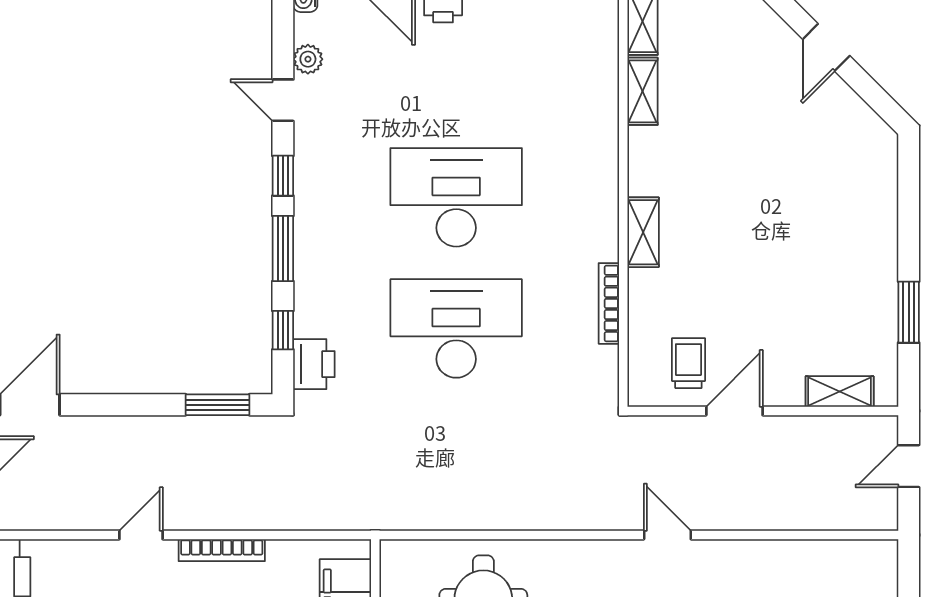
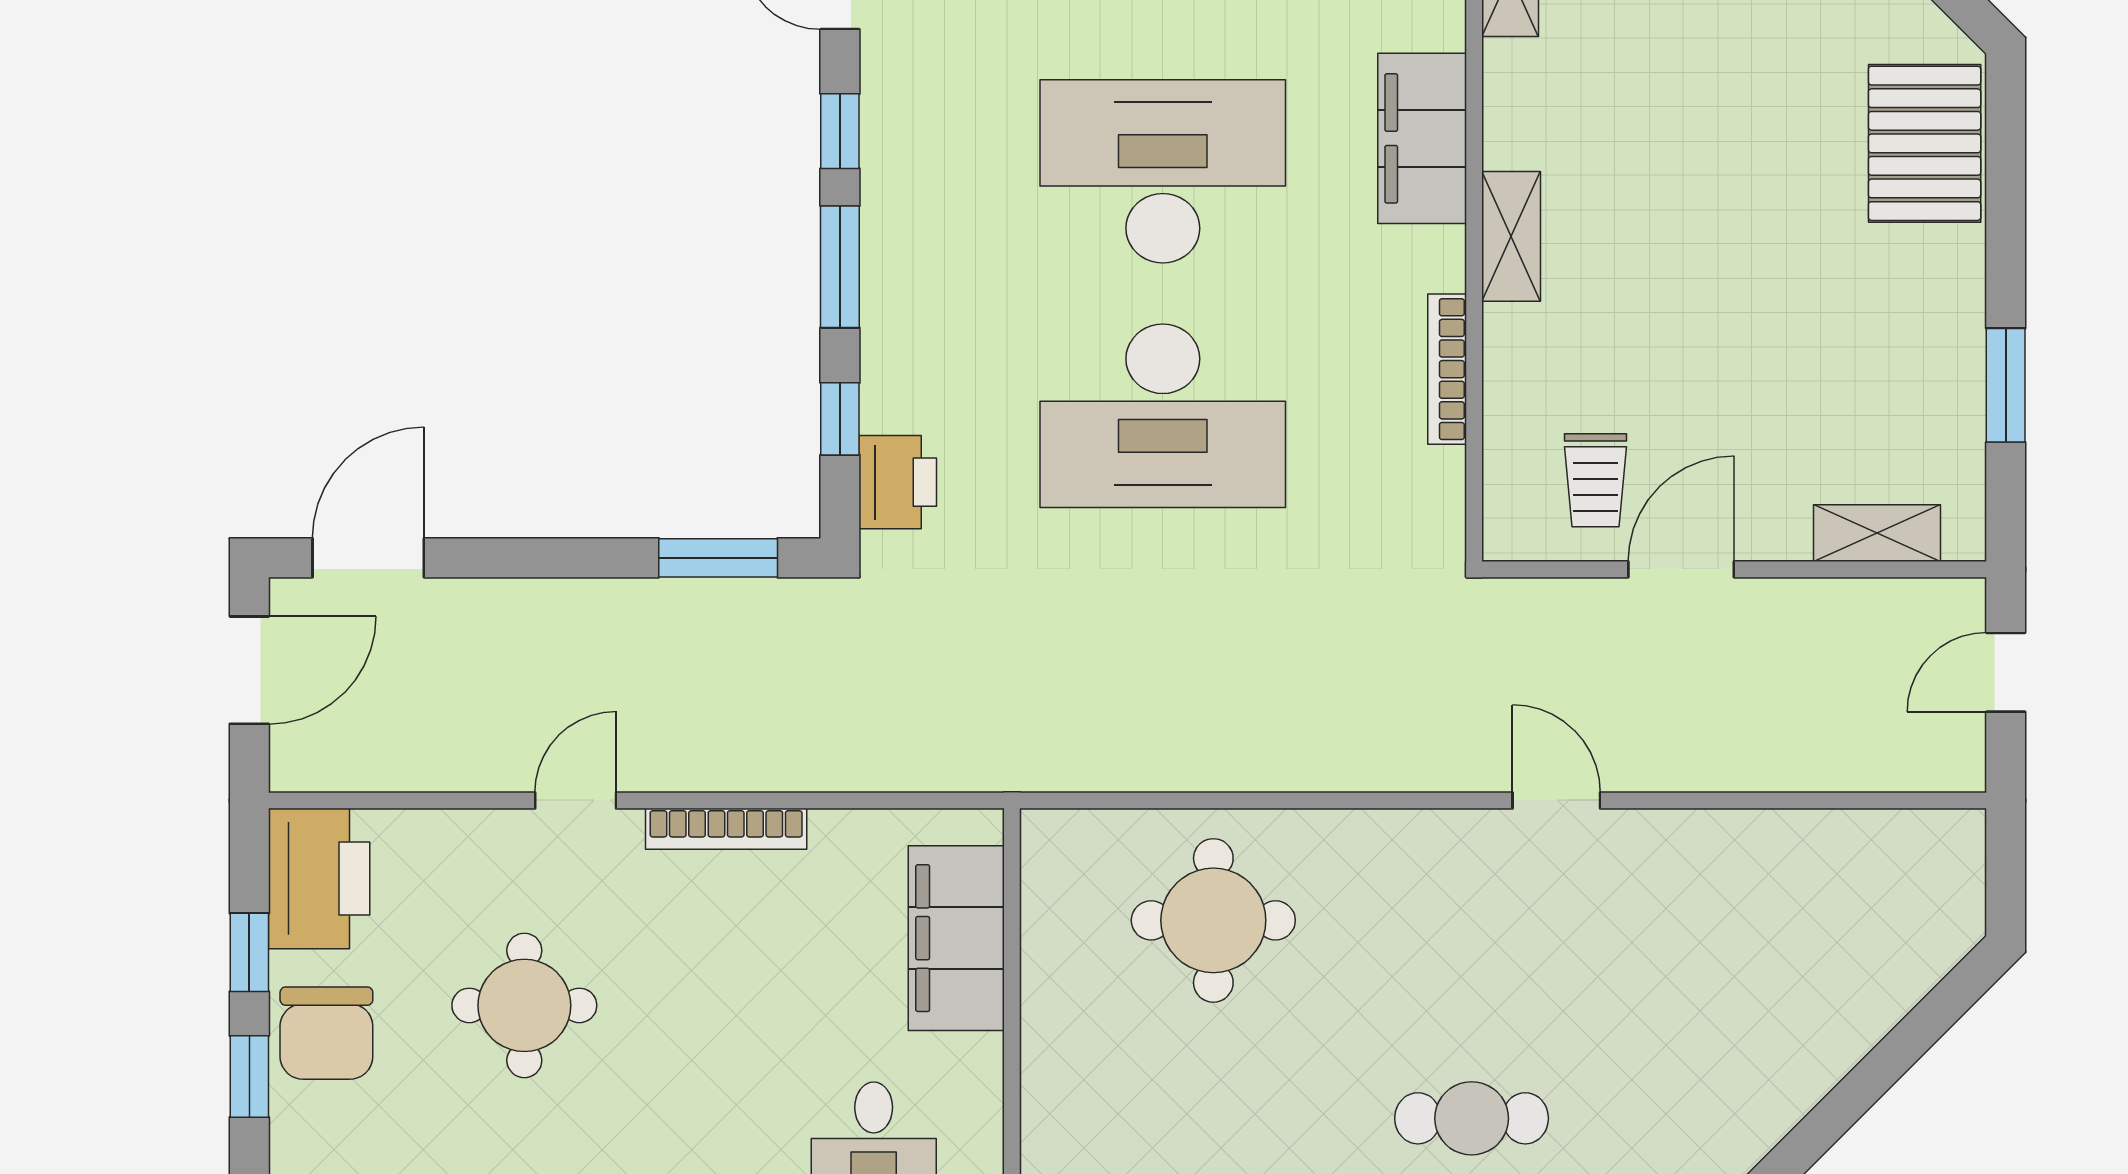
filing cabinet: (595, 180) -> (1422, 138), added
pallet: (865, 182) -> (1925, 143), added
desk: (456, 328) -> (1163, 416), turned 180
trolley: (688, 363) -> (1596, 480), turned 180

